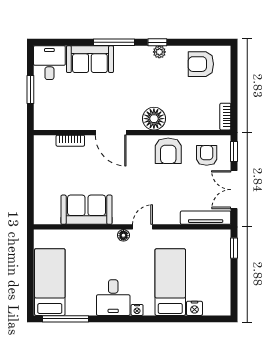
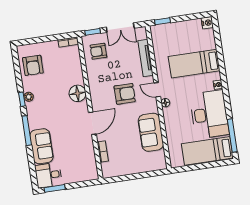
window: (30, 90) -> (55, 188), moved
armchair: (168, 151) -> (125, 94), moved
tv unit: (206, 218) -> (146, 58), moved
desk: (113, 298) -> (209, 114), width x1.87, depth x1.30
nightstand: (194, 308) -> (207, 23), moved

